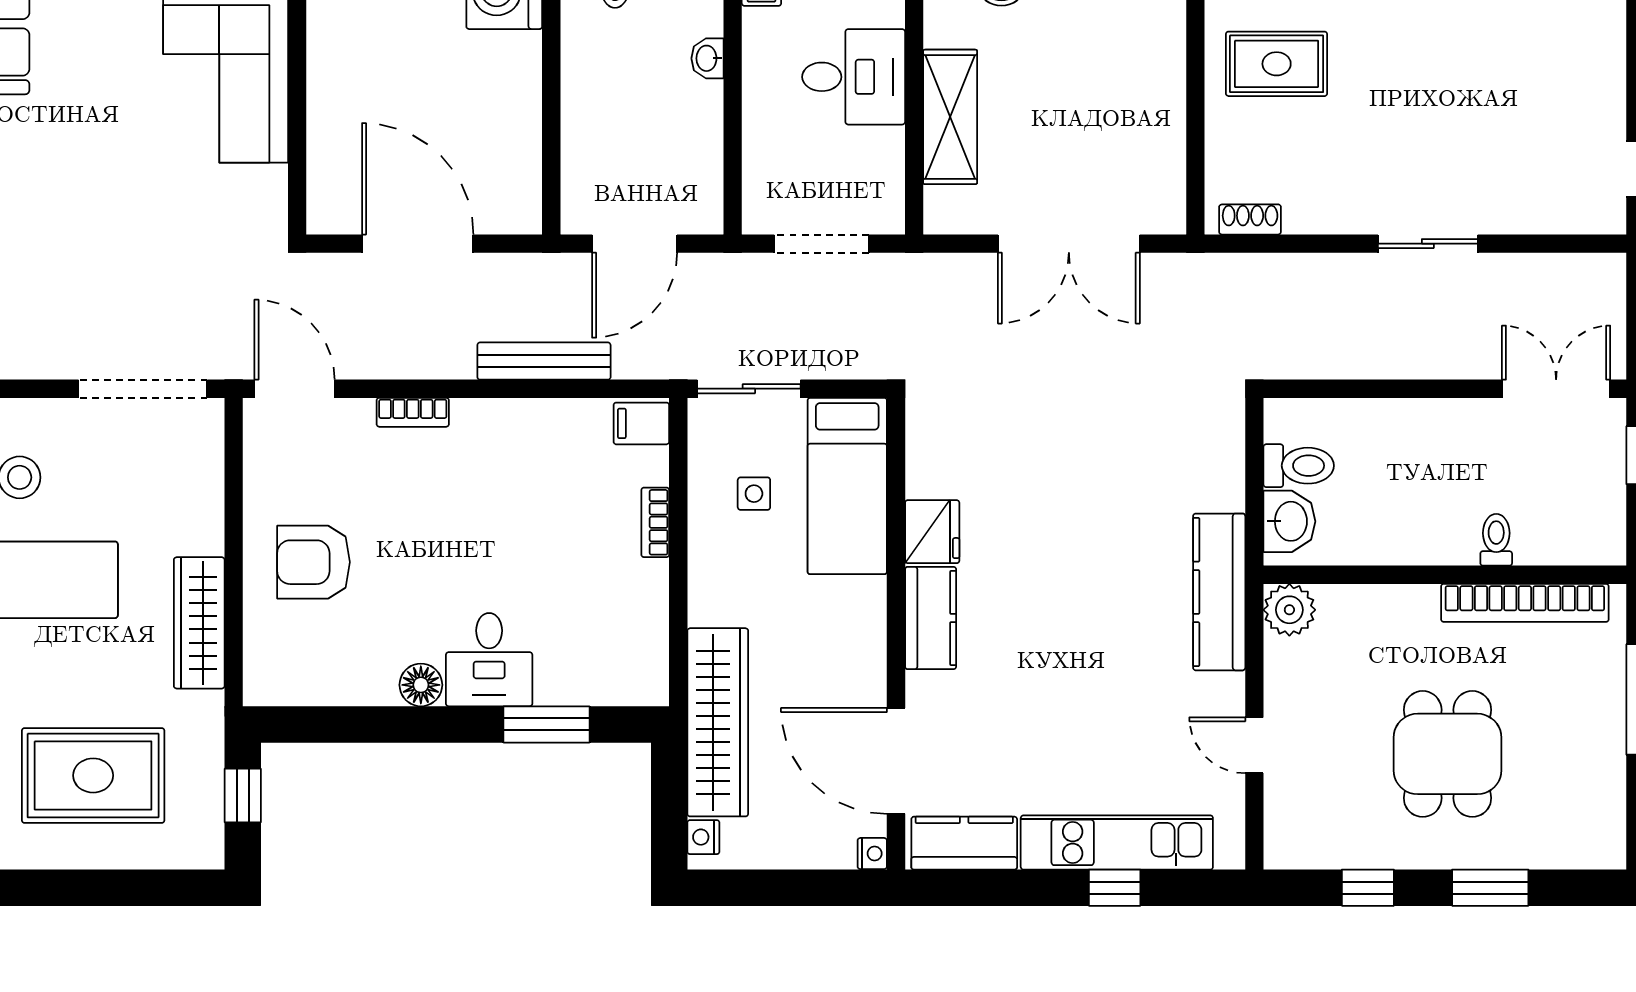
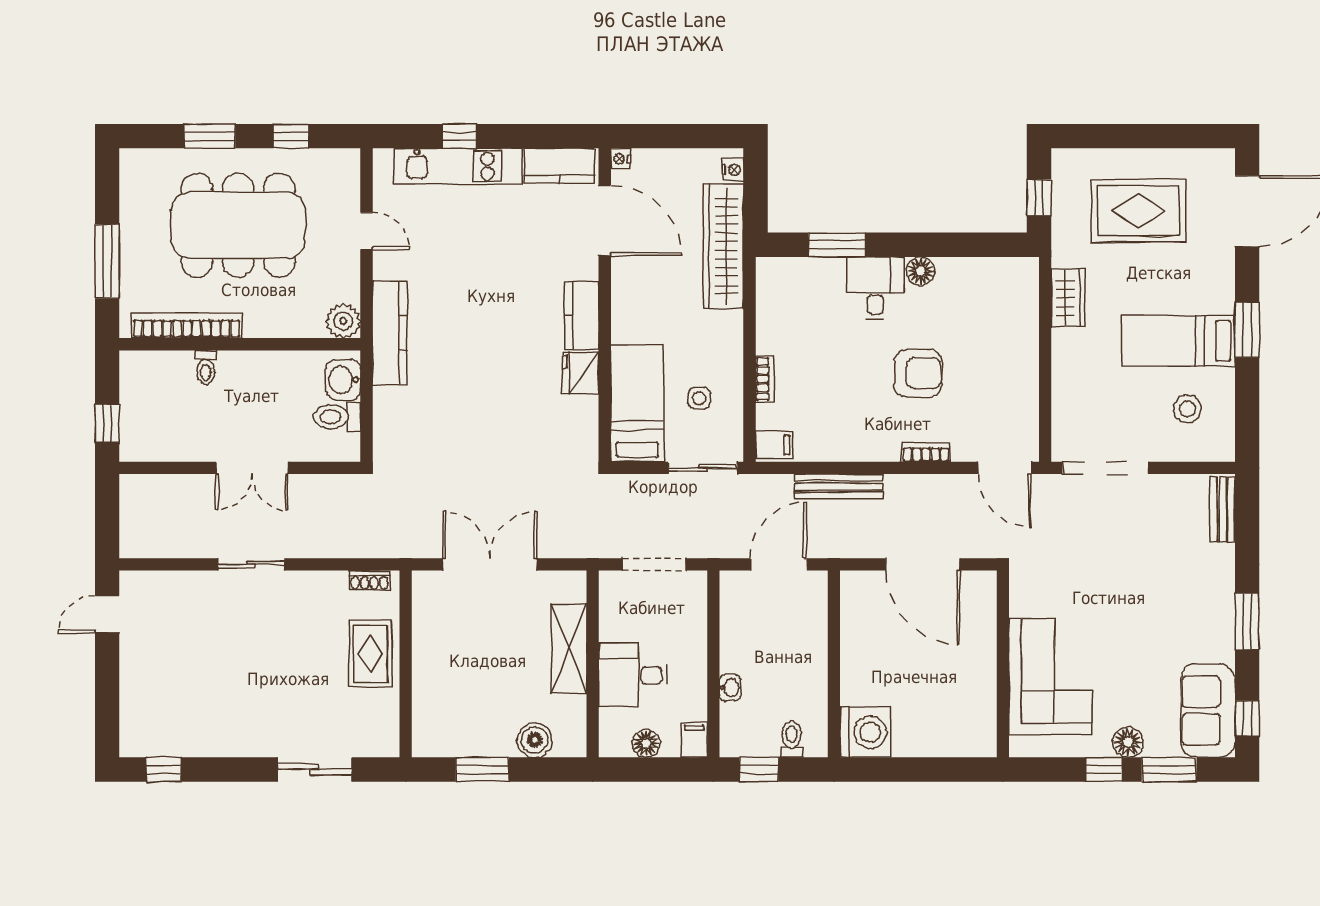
rug: (1277, 64) -> (370, 654), moved, turned 90
double door: (1556, 389) -> (252, 468), moved
armchair: (314, 562) -> (918, 373), moved
wardrobe: (199, 623) -> (1068, 298), width x0.67
dining table: (1447, 754) -> (238, 225), width x1.88, depth x1.24

